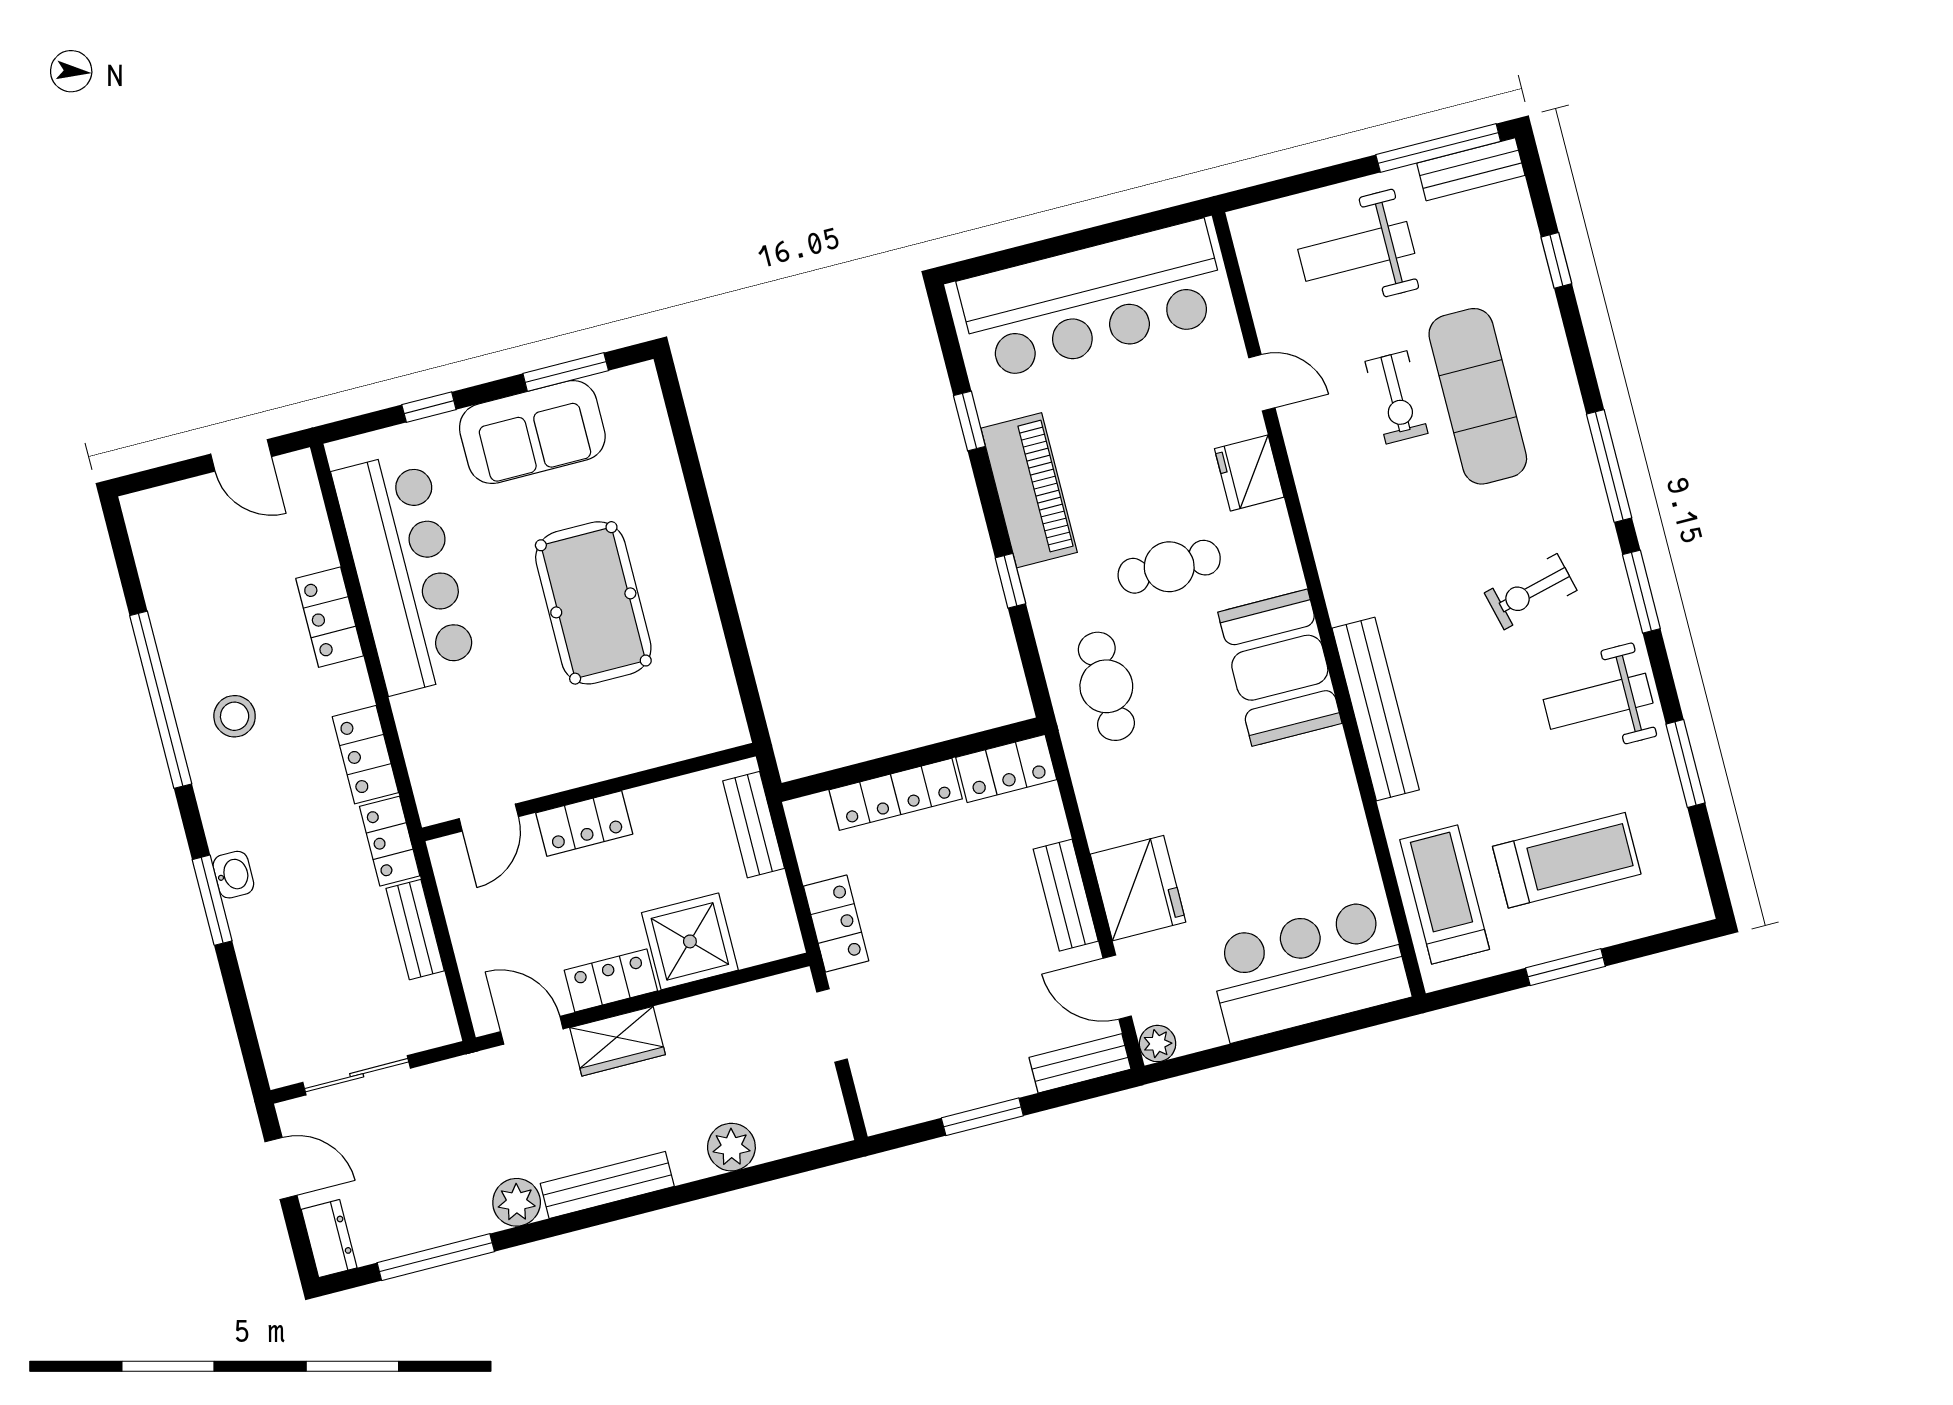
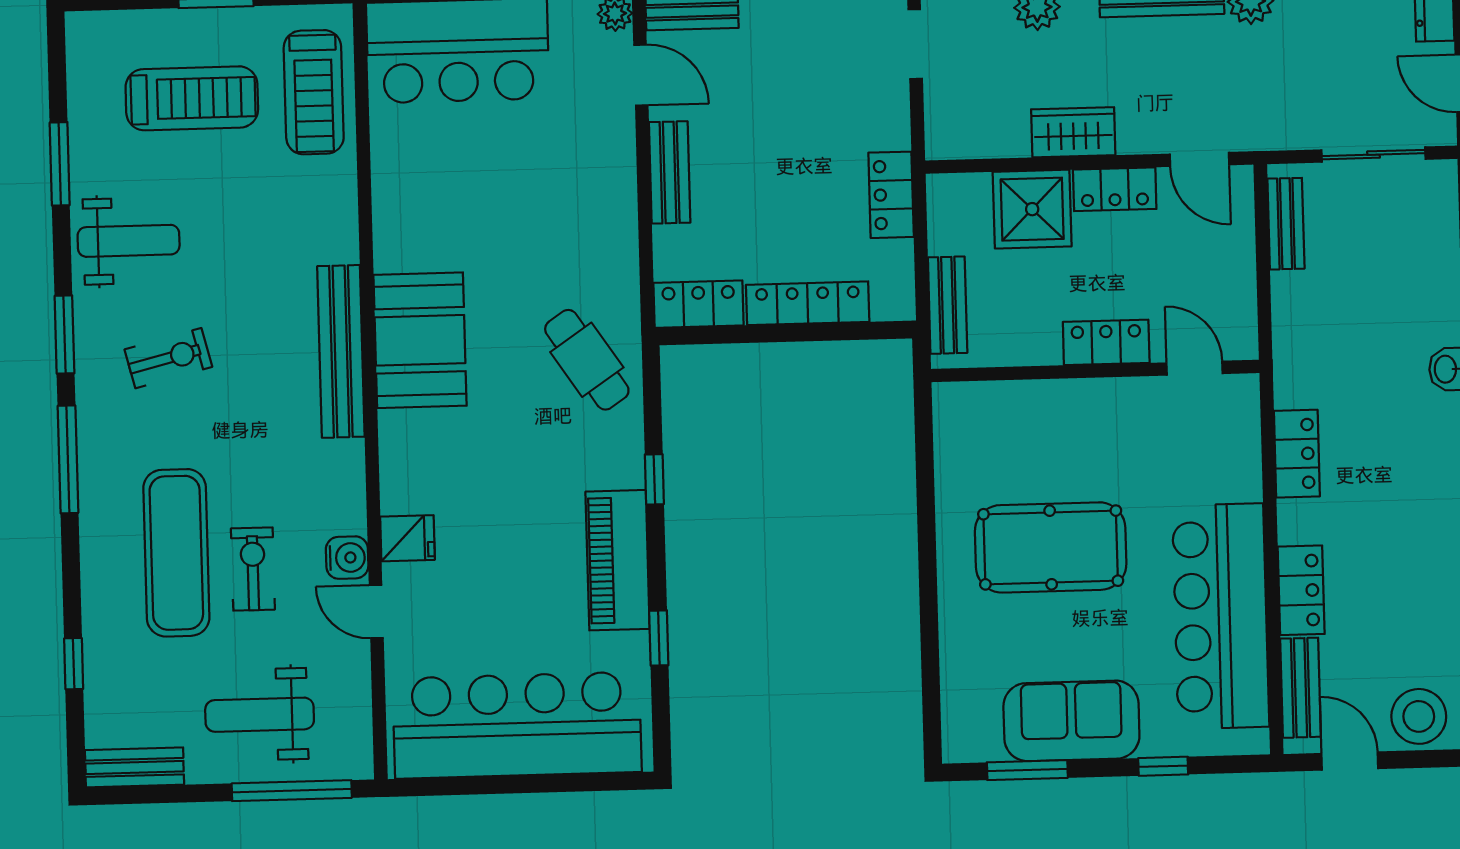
window: (1438, 148) -> (292, 791), moved
weight bench: (1356, 251) -> (260, 715), turned 180
water cooler: (1304, 431) -> (347, 558), added
fridge: (1249, 473) -> (408, 538), width x0.72
bench: (308, 518) -> (1300, 688), added
cafe table: (1169, 567) -> (502, 459), removed
pool table: (593, 603) -> (1051, 547), turned 90
cafe table: (1106, 686) -> (587, 360), turned -34
bench: (1376, 709) -> (341, 351), moved
stool: (235, 716) -> (1419, 716), moved, width x1.38, depth x1.38
door: (489, 818) -> (1194, 368), hinge flipped
locker: (390, 841) -> (1293, 367), removed
treadmill: (1567, 860) -> (192, 98), turned 180
fridge: (1138, 888) -> (600, 164), removed
bench: (415, 930) -> (1286, 224), moved
doorway: (832, 1025) -> (915, 44), moved
wardrobe: (618, 1041) -> (1073, 132), moved

